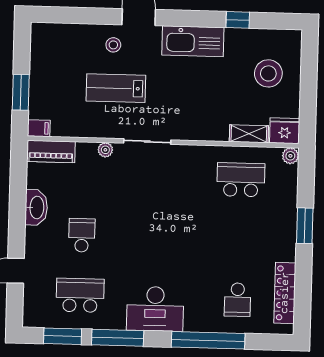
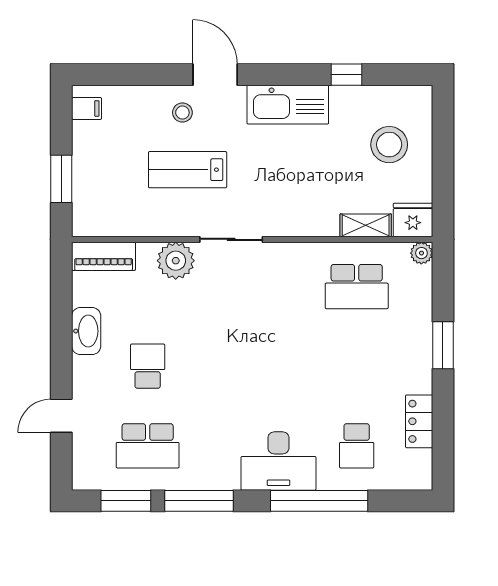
filing cabinet: (39, 128) -> (87, 108), moved
plant: (105, 150) -> (176, 261), width x1.87, depth x1.87
school desk: (241, 180) -> (357, 287), turned 180
locker: (285, 293) -> (419, 421), width x0.66
school desk: (80, 295) -> (148, 446), turned 180
desk: (155, 309) -> (278, 461), moved

